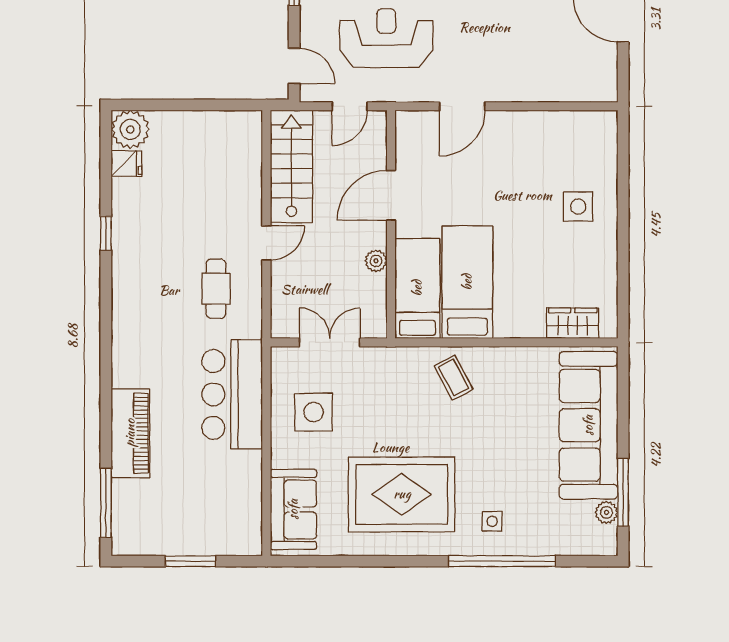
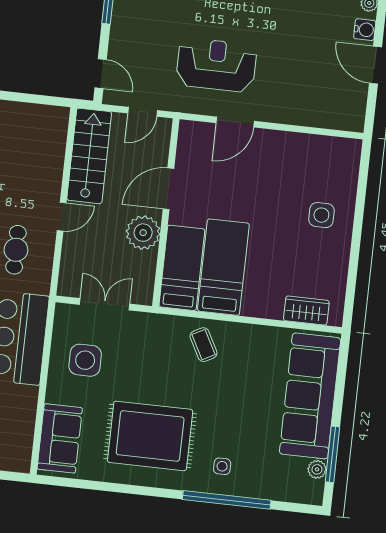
reception desk: (386, 38) -> (216, 65), moved
plant: (376, 261) -> (143, 233), width x1.87, depth x1.87

